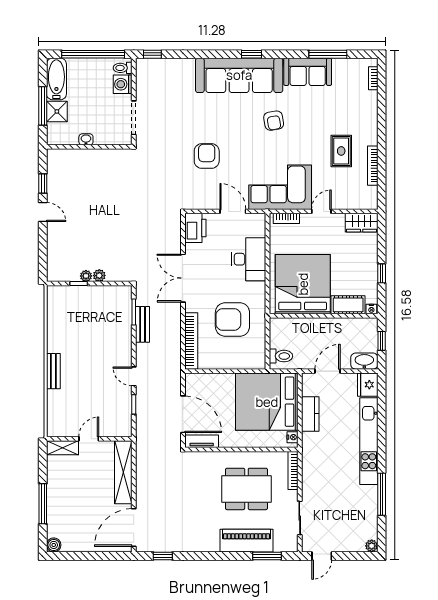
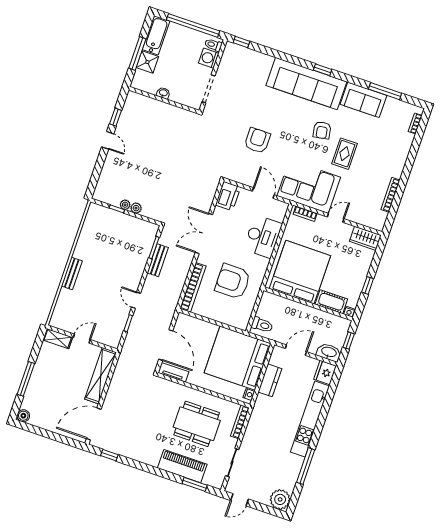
rug: (341, 151) -> (344, 154), moved
plant: (372, 546) -> (280, 499), width x1.88, depth x1.88

